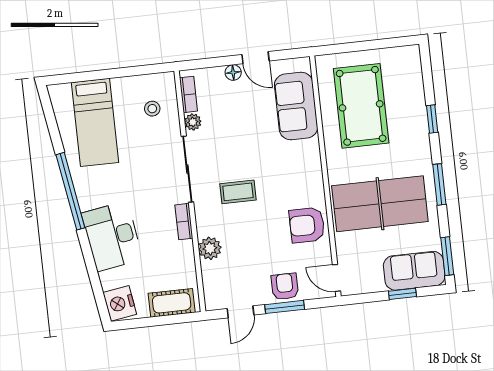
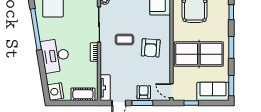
armchair: (307, 225) -> (151, 48), moved, turned -86
plant: (210, 248) -> (106, 68), removed
tv unit: (212, 286) -> (105, 88), added
window: (402, 294) -> (191, 103), moved

